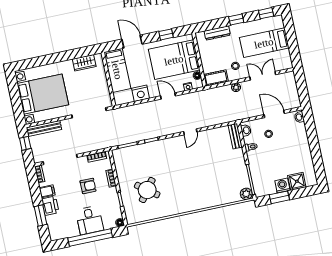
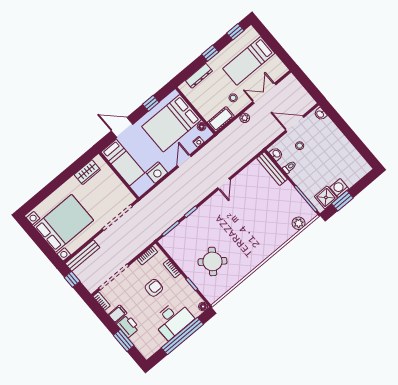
door: (168, 96) -> (184, 161), hinge flipped
bench: (235, 136) -> (272, 169), width x1.36
shower: (297, 181) -> (326, 197), moved
plant: (246, 194) -> (299, 223), moved
desk: (90, 220) -> (173, 320), width x1.37

